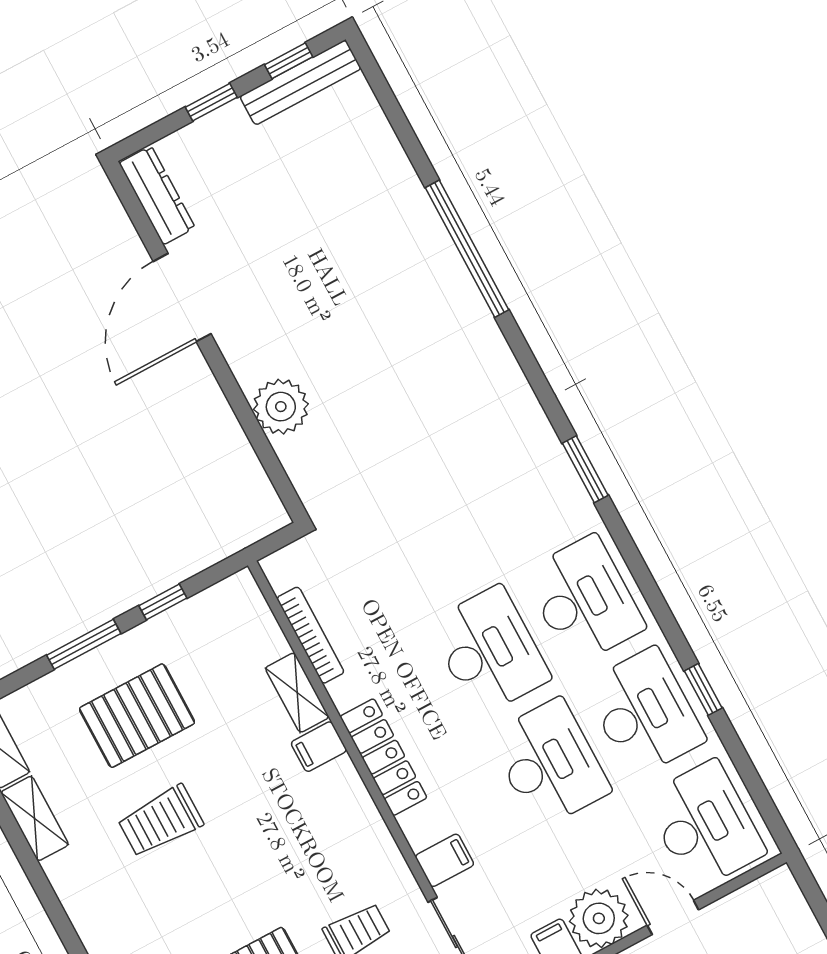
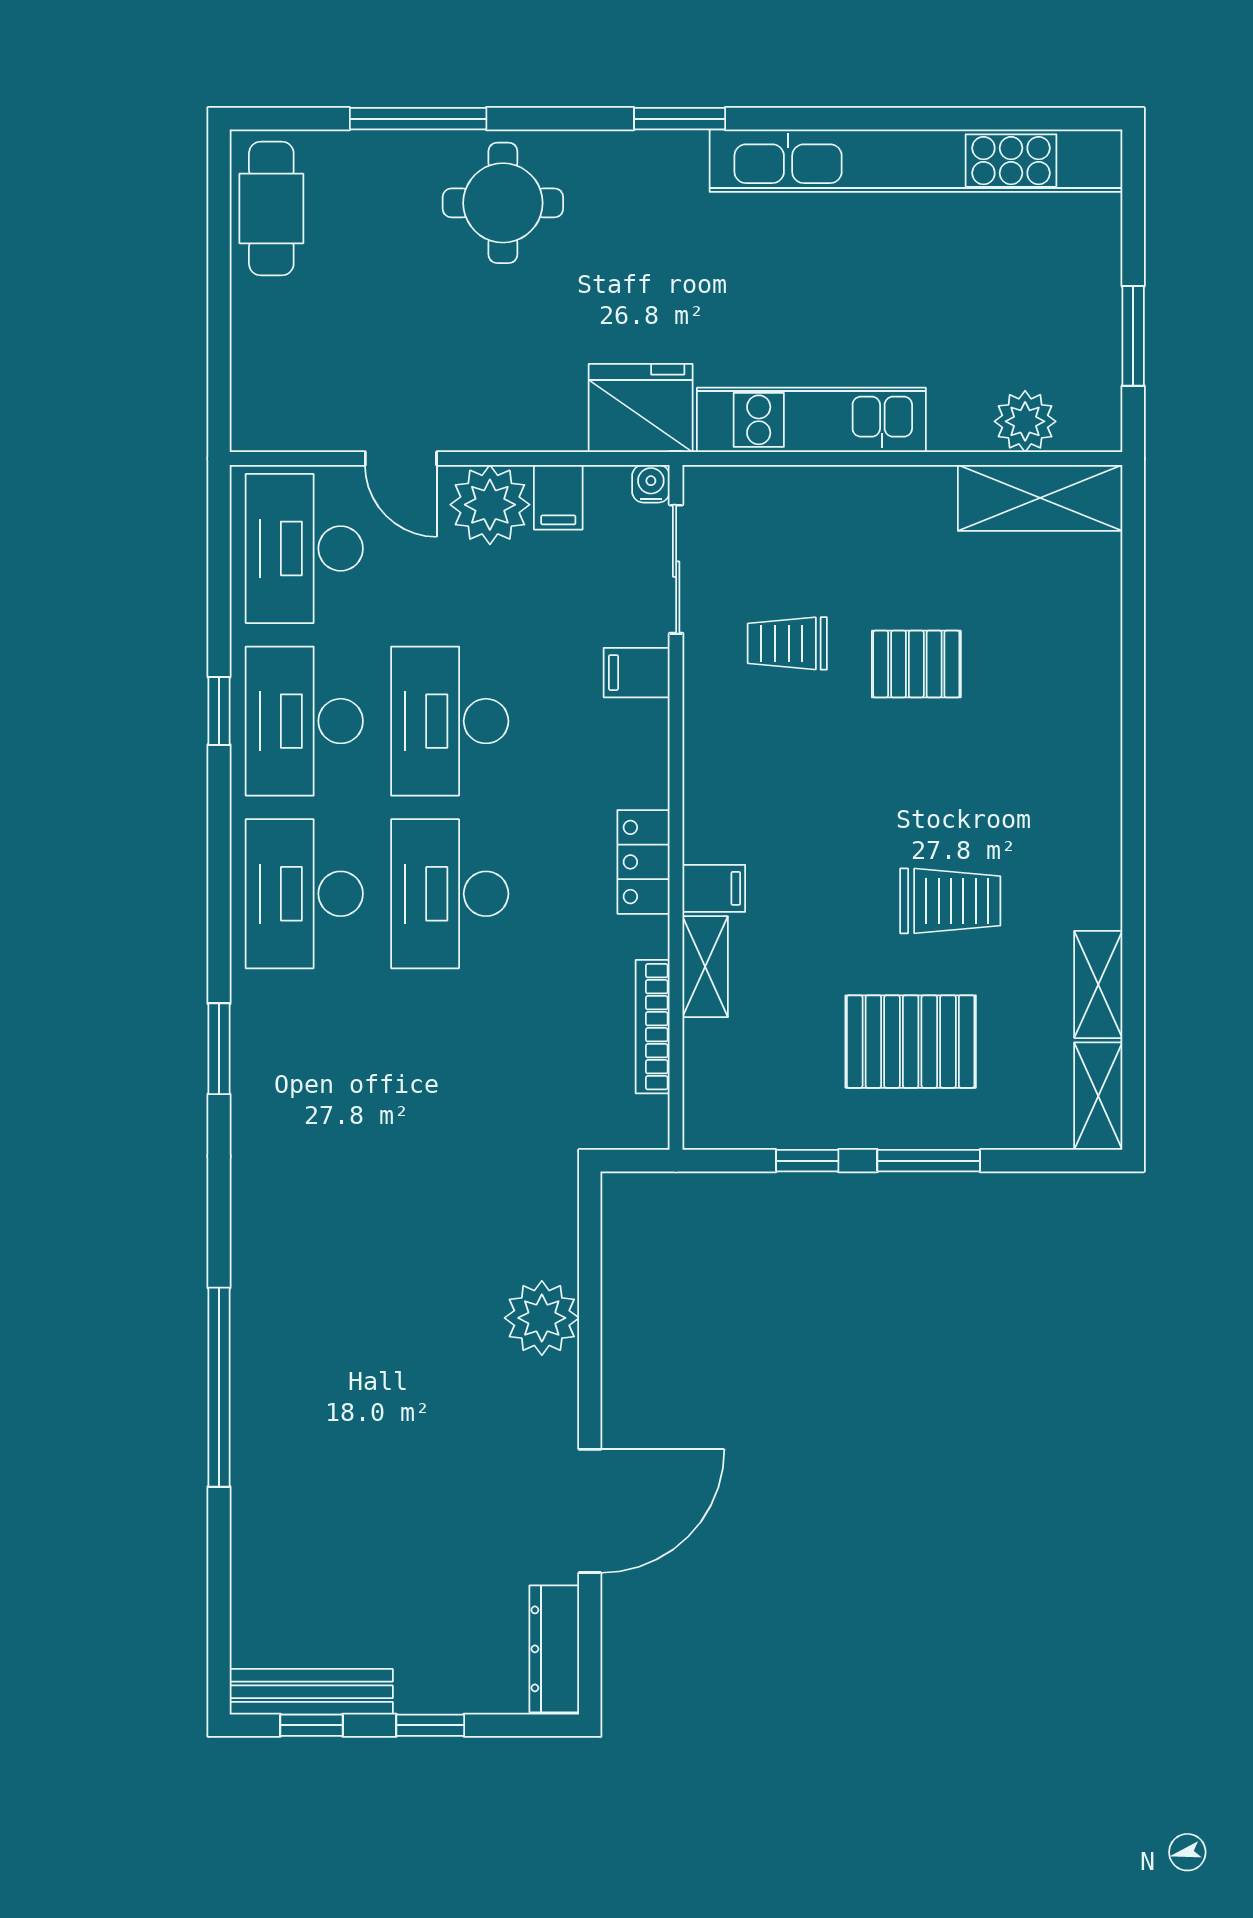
locker: (383, 757) -> (643, 862), width x0.66

